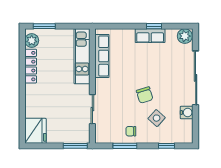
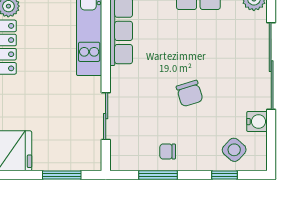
side table: (157, 118) -> (234, 150), moved
window: (75, 146) -> (62, 175), moved

